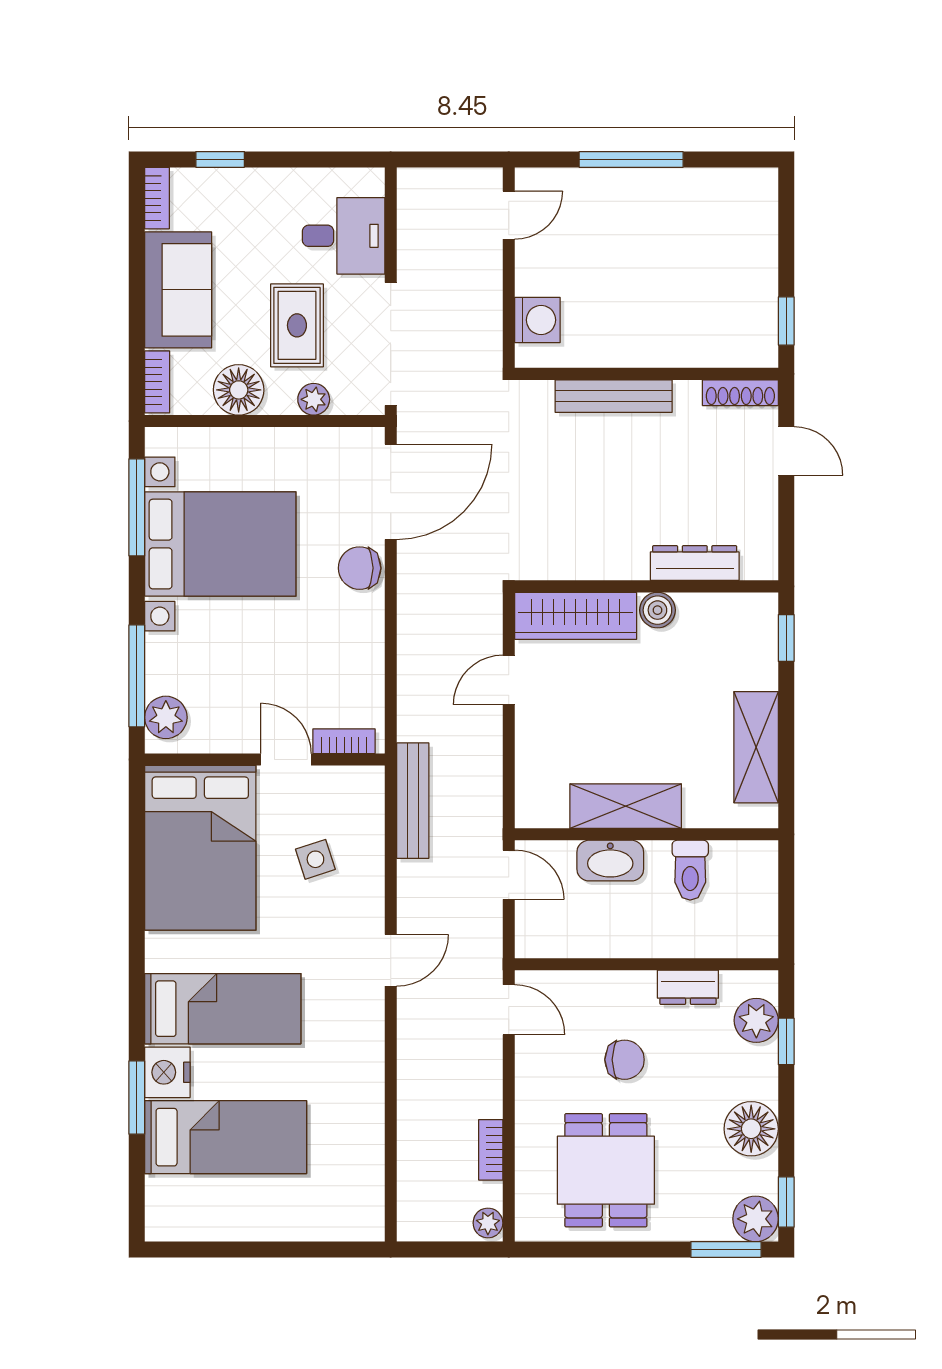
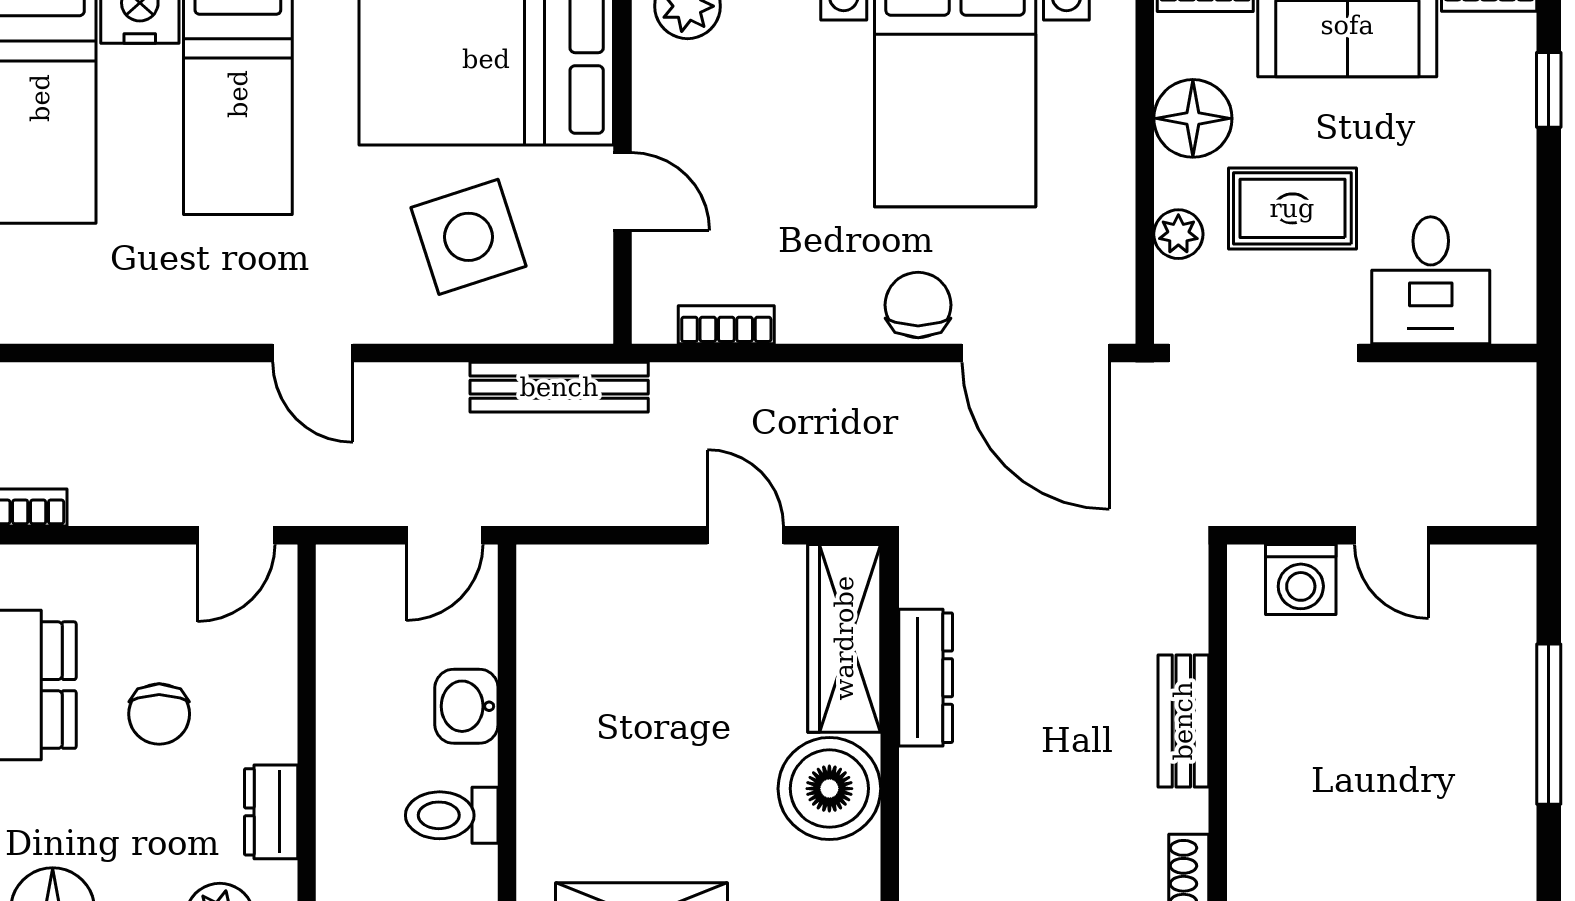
door: (509, 215) -> (1391, 535), moved
bench: (614, 396) -> (1183, 721), width x0.73
dresser: (695, 563) -> (926, 678), moved
boiler: (657, 610) -> (829, 789), width x1.86, depth x1.86
bookcase: (344, 741) -> (726, 325), moved, turned -90
door: (286, 760) -> (622, 191), hinge flipped
shelving: (626, 806) -> (551, 716), removed
side table: (315, 859) -> (469, 237), width x1.87, depth x1.87
washbasin: (610, 861) -> (466, 706), width x0.72

